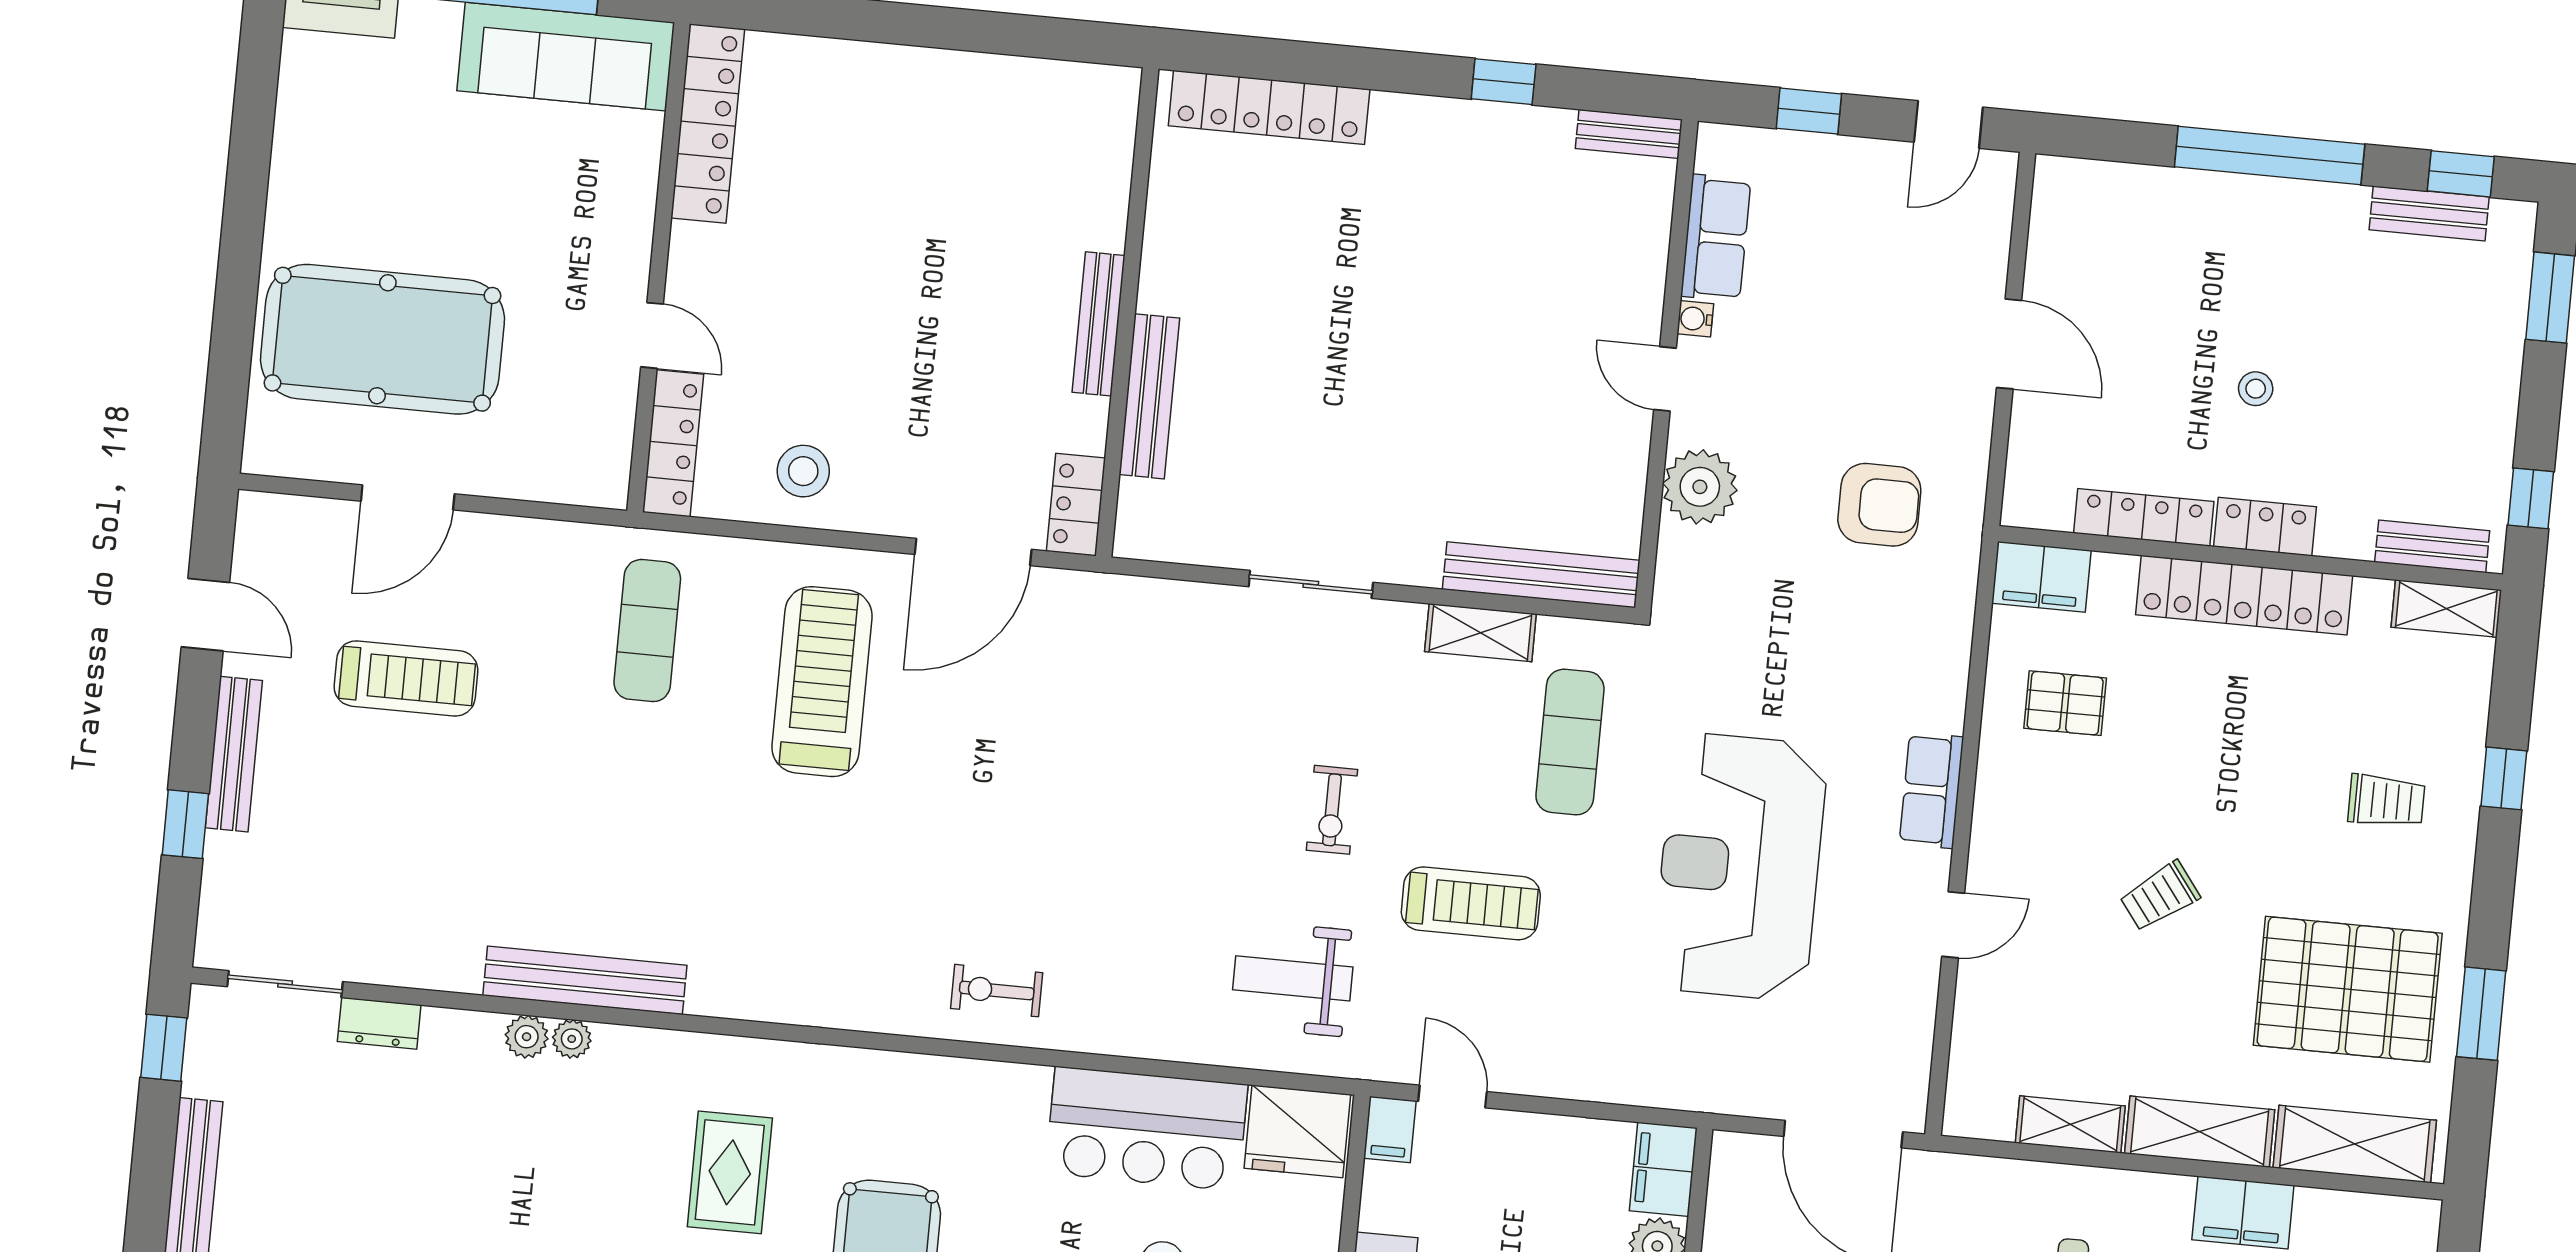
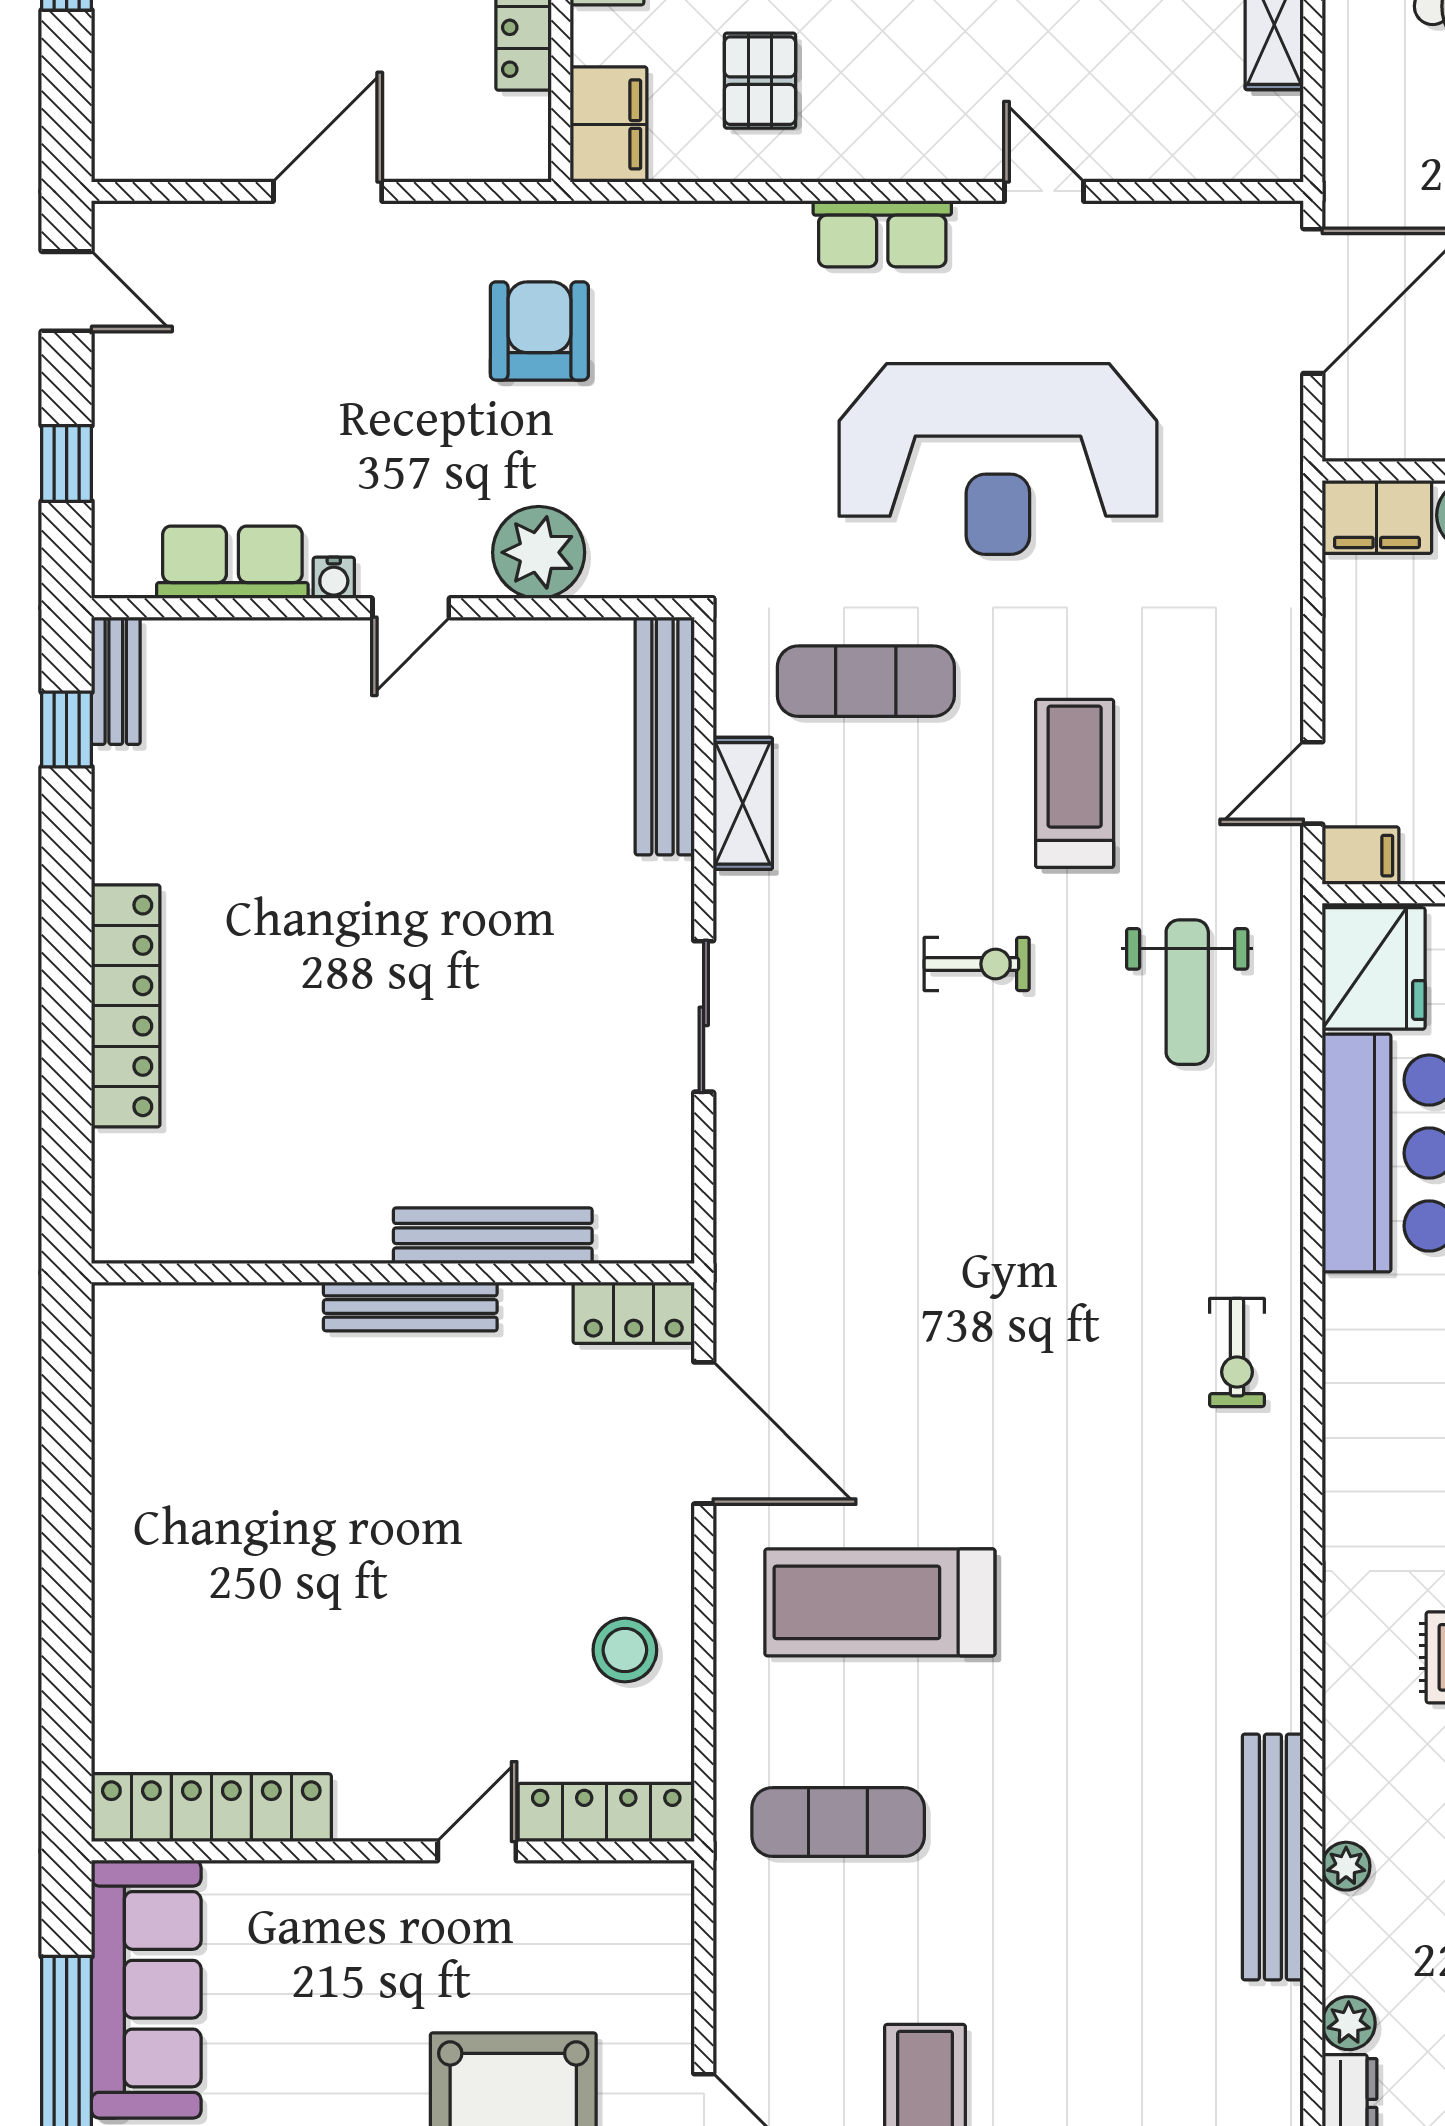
window: (1504, 82) -> (67, 729), moved
locker: (1269, 107) -> (126, 1006), moved
plant: (527, 1037) -> (1349, 2023), moved

